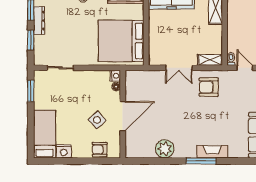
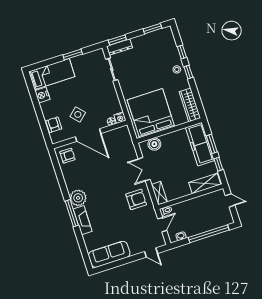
dresser: (39, 21) -> (120, 47), moved
window: (31, 40) -> (117, 40), moved
boiler: (156, 48) -> (154, 144), added
armchair: (209, 87) -> (136, 199), turned 90
window: (31, 91) -> (73, 54), moved
armchair: (138, 146) -> (67, 156), added
plant: (165, 149) -> (78, 198), moved

